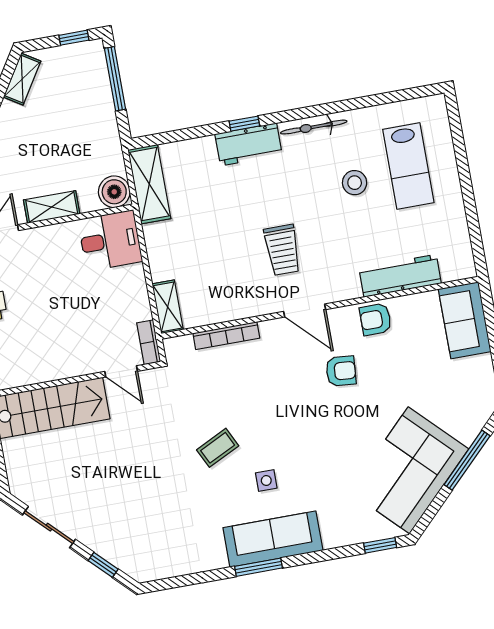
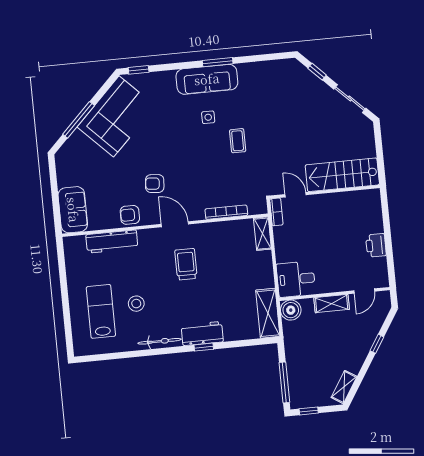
armchair: (376, 319) -> (130, 215), turned 180
coffee table: (218, 448) -> (238, 141), turned -64

